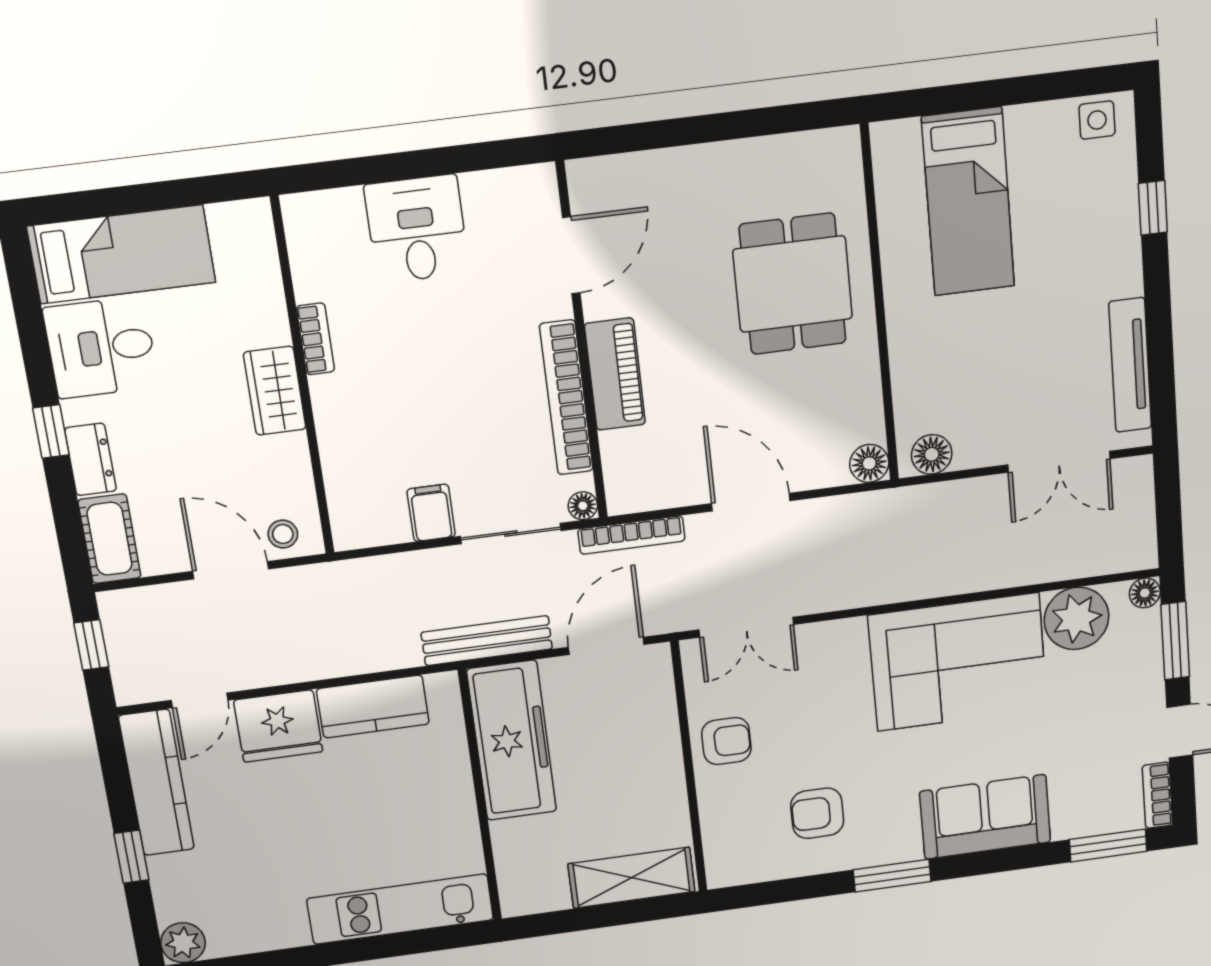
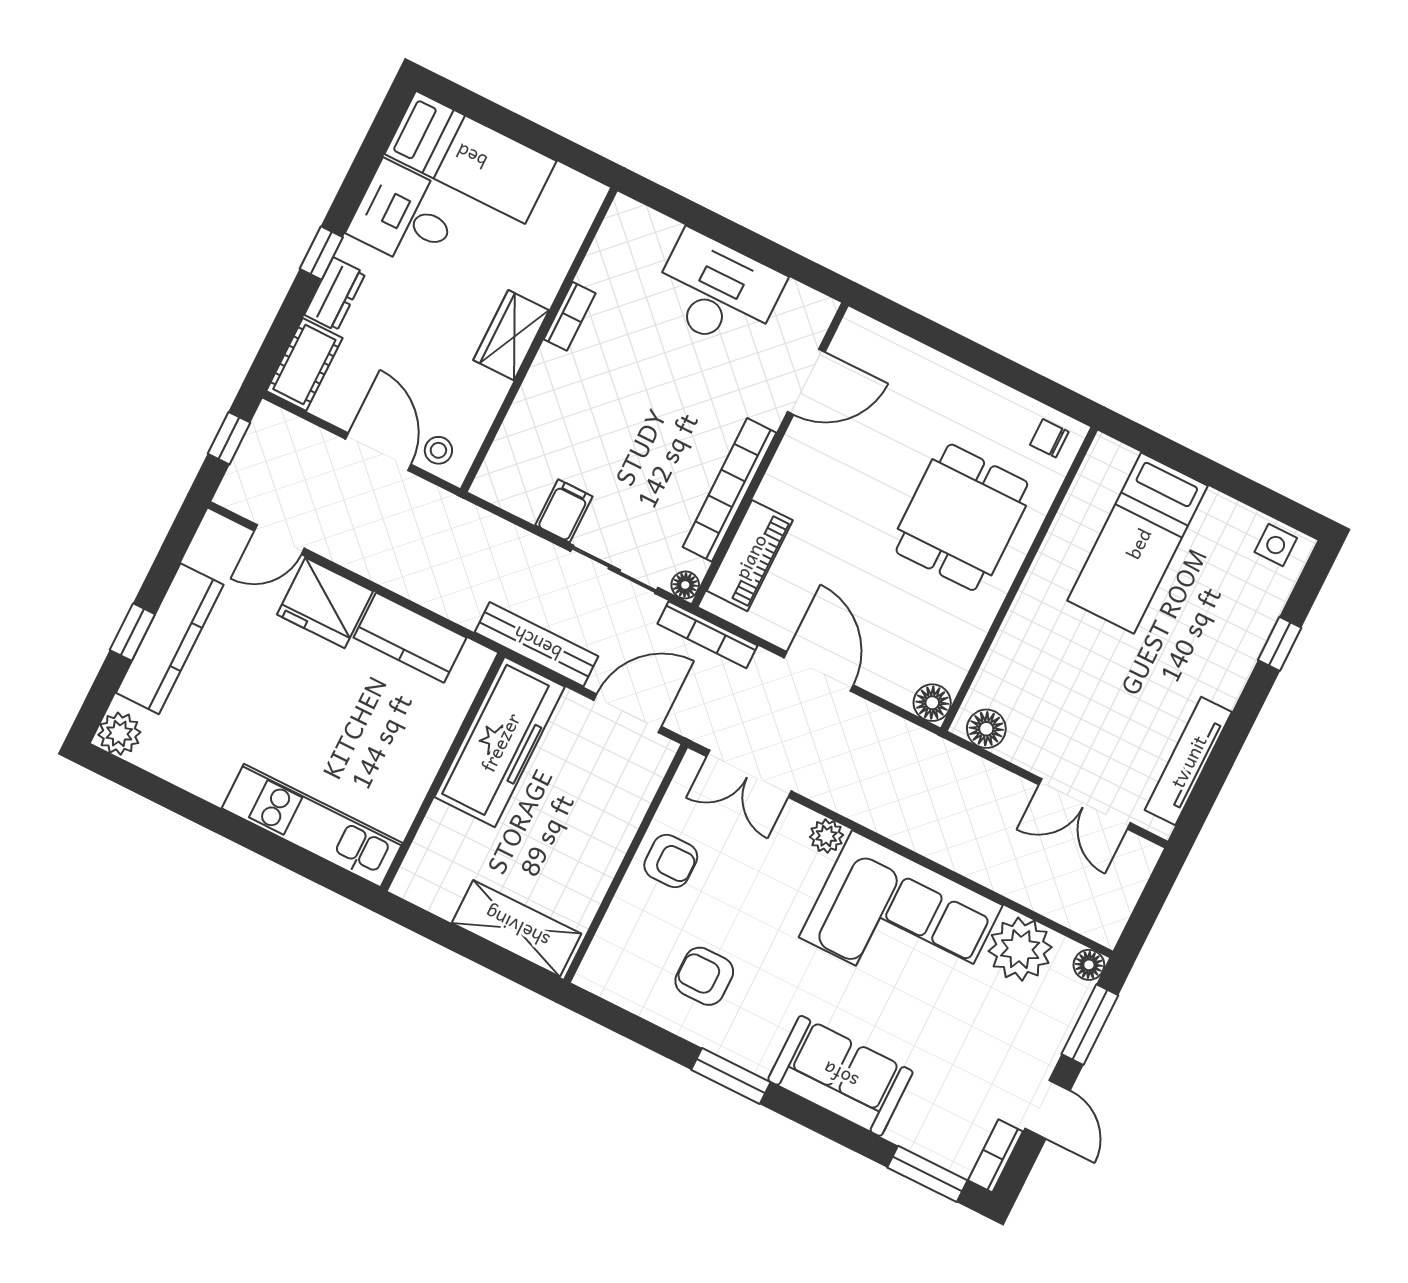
chair: (828, 159) -> (1049, 438), added
desk: (417, 229) -> (717, 292), width x1.37
piano: (615, 374) -> (750, 556), moved
plant: (848, 635) -> (826, 836), added
kitchen counter: (156, 783) -> (170, 639), moved

